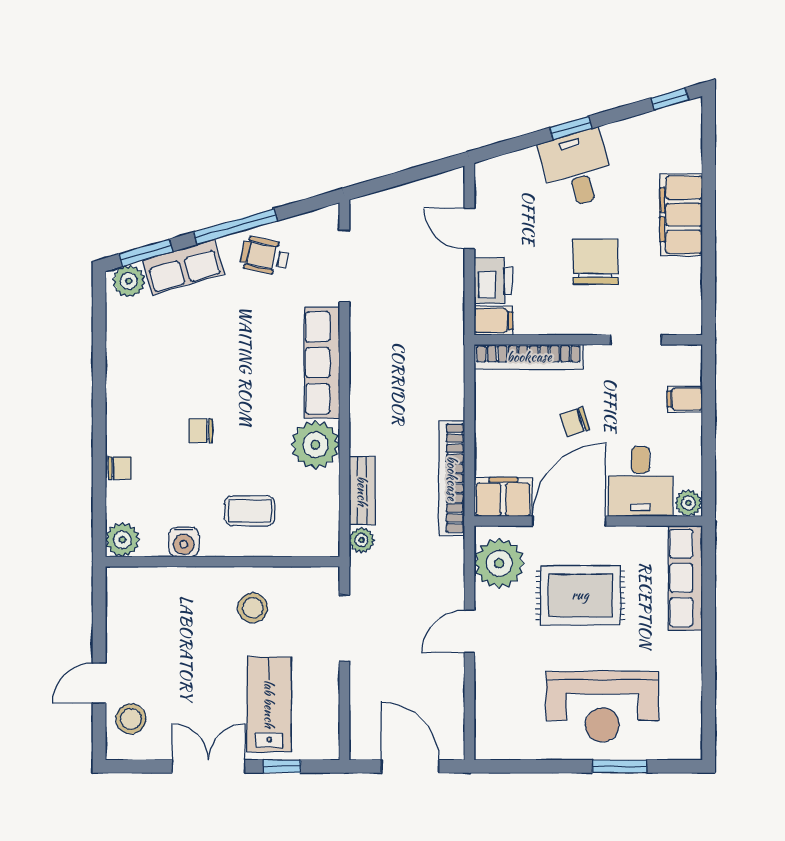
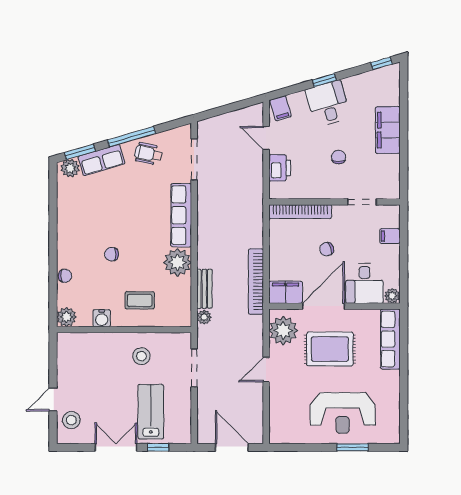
chair: (595, 262) -> (339, 157), width x0.54, depth x0.54
filing cabinet: (493, 321) -> (281, 108), moved, turned 74

